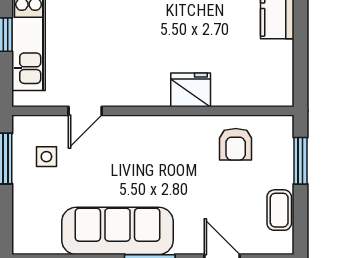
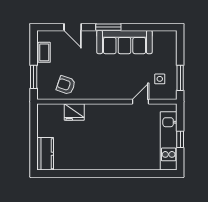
fridge: (191, 90) -> (74, 112), moved
armchair: (236, 144) -> (66, 85), turned -71

